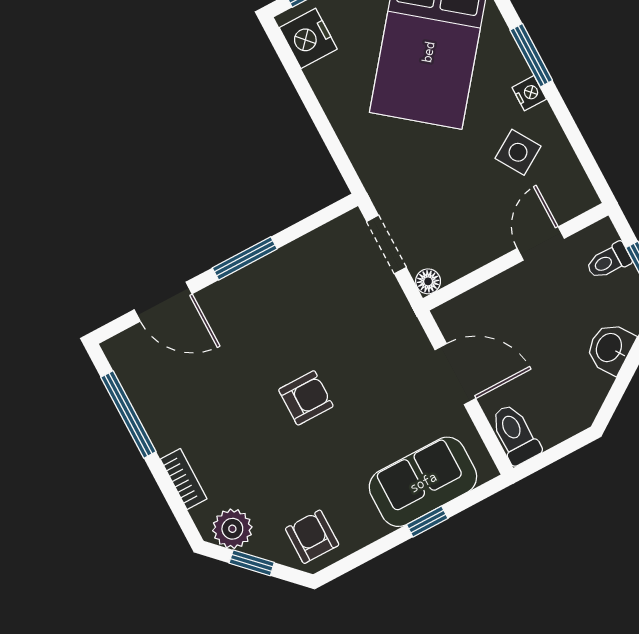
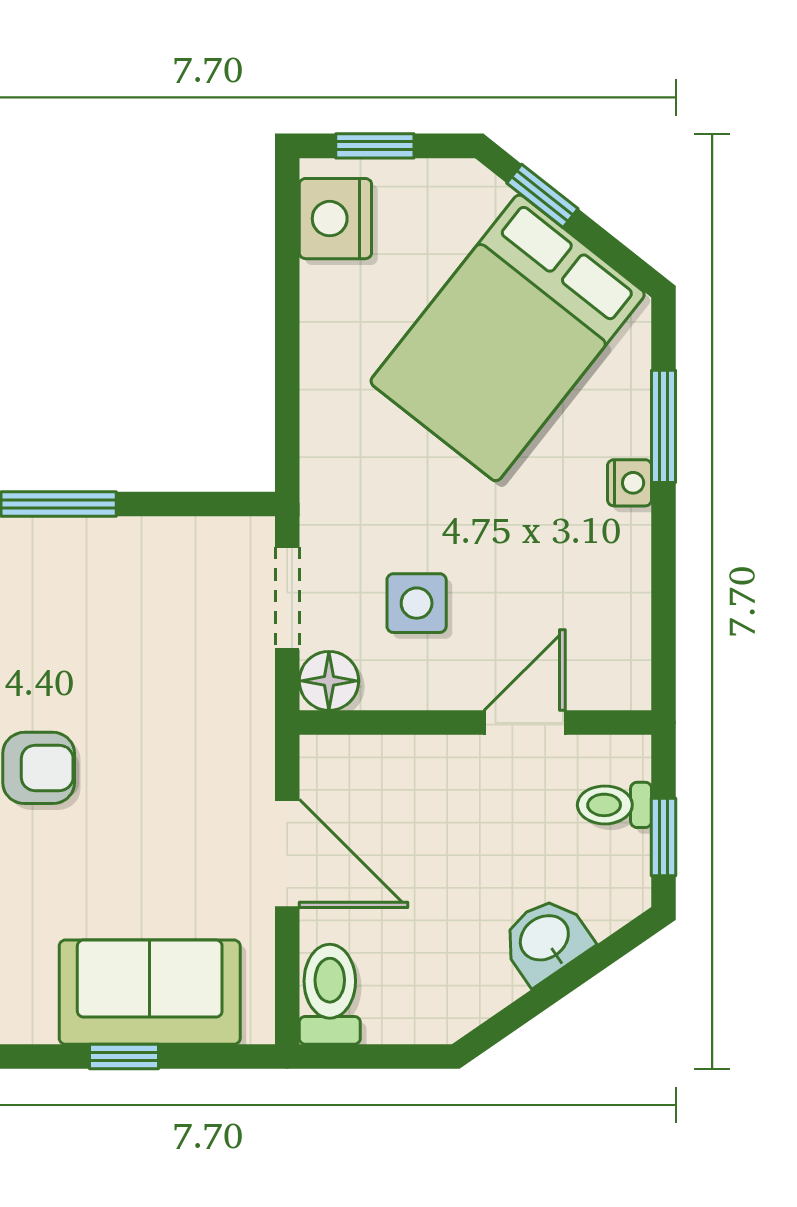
side table: (518, 152) -> (417, 603), moved, turned 32
floor lamp: (428, 281) -> (329, 681), width x1.37, depth x1.37

